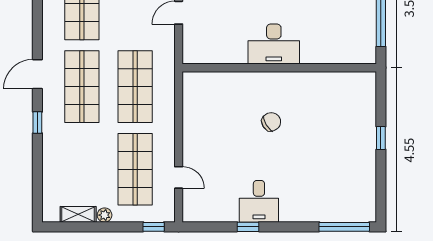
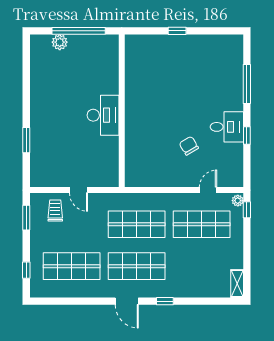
chair: (271, 122) -> (189, 146), moved
shelving: (78, 214) -> (237, 284), moved
plant: (105, 215) -> (238, 201), moved
window: (344, 227) -> (247, 84), moved

